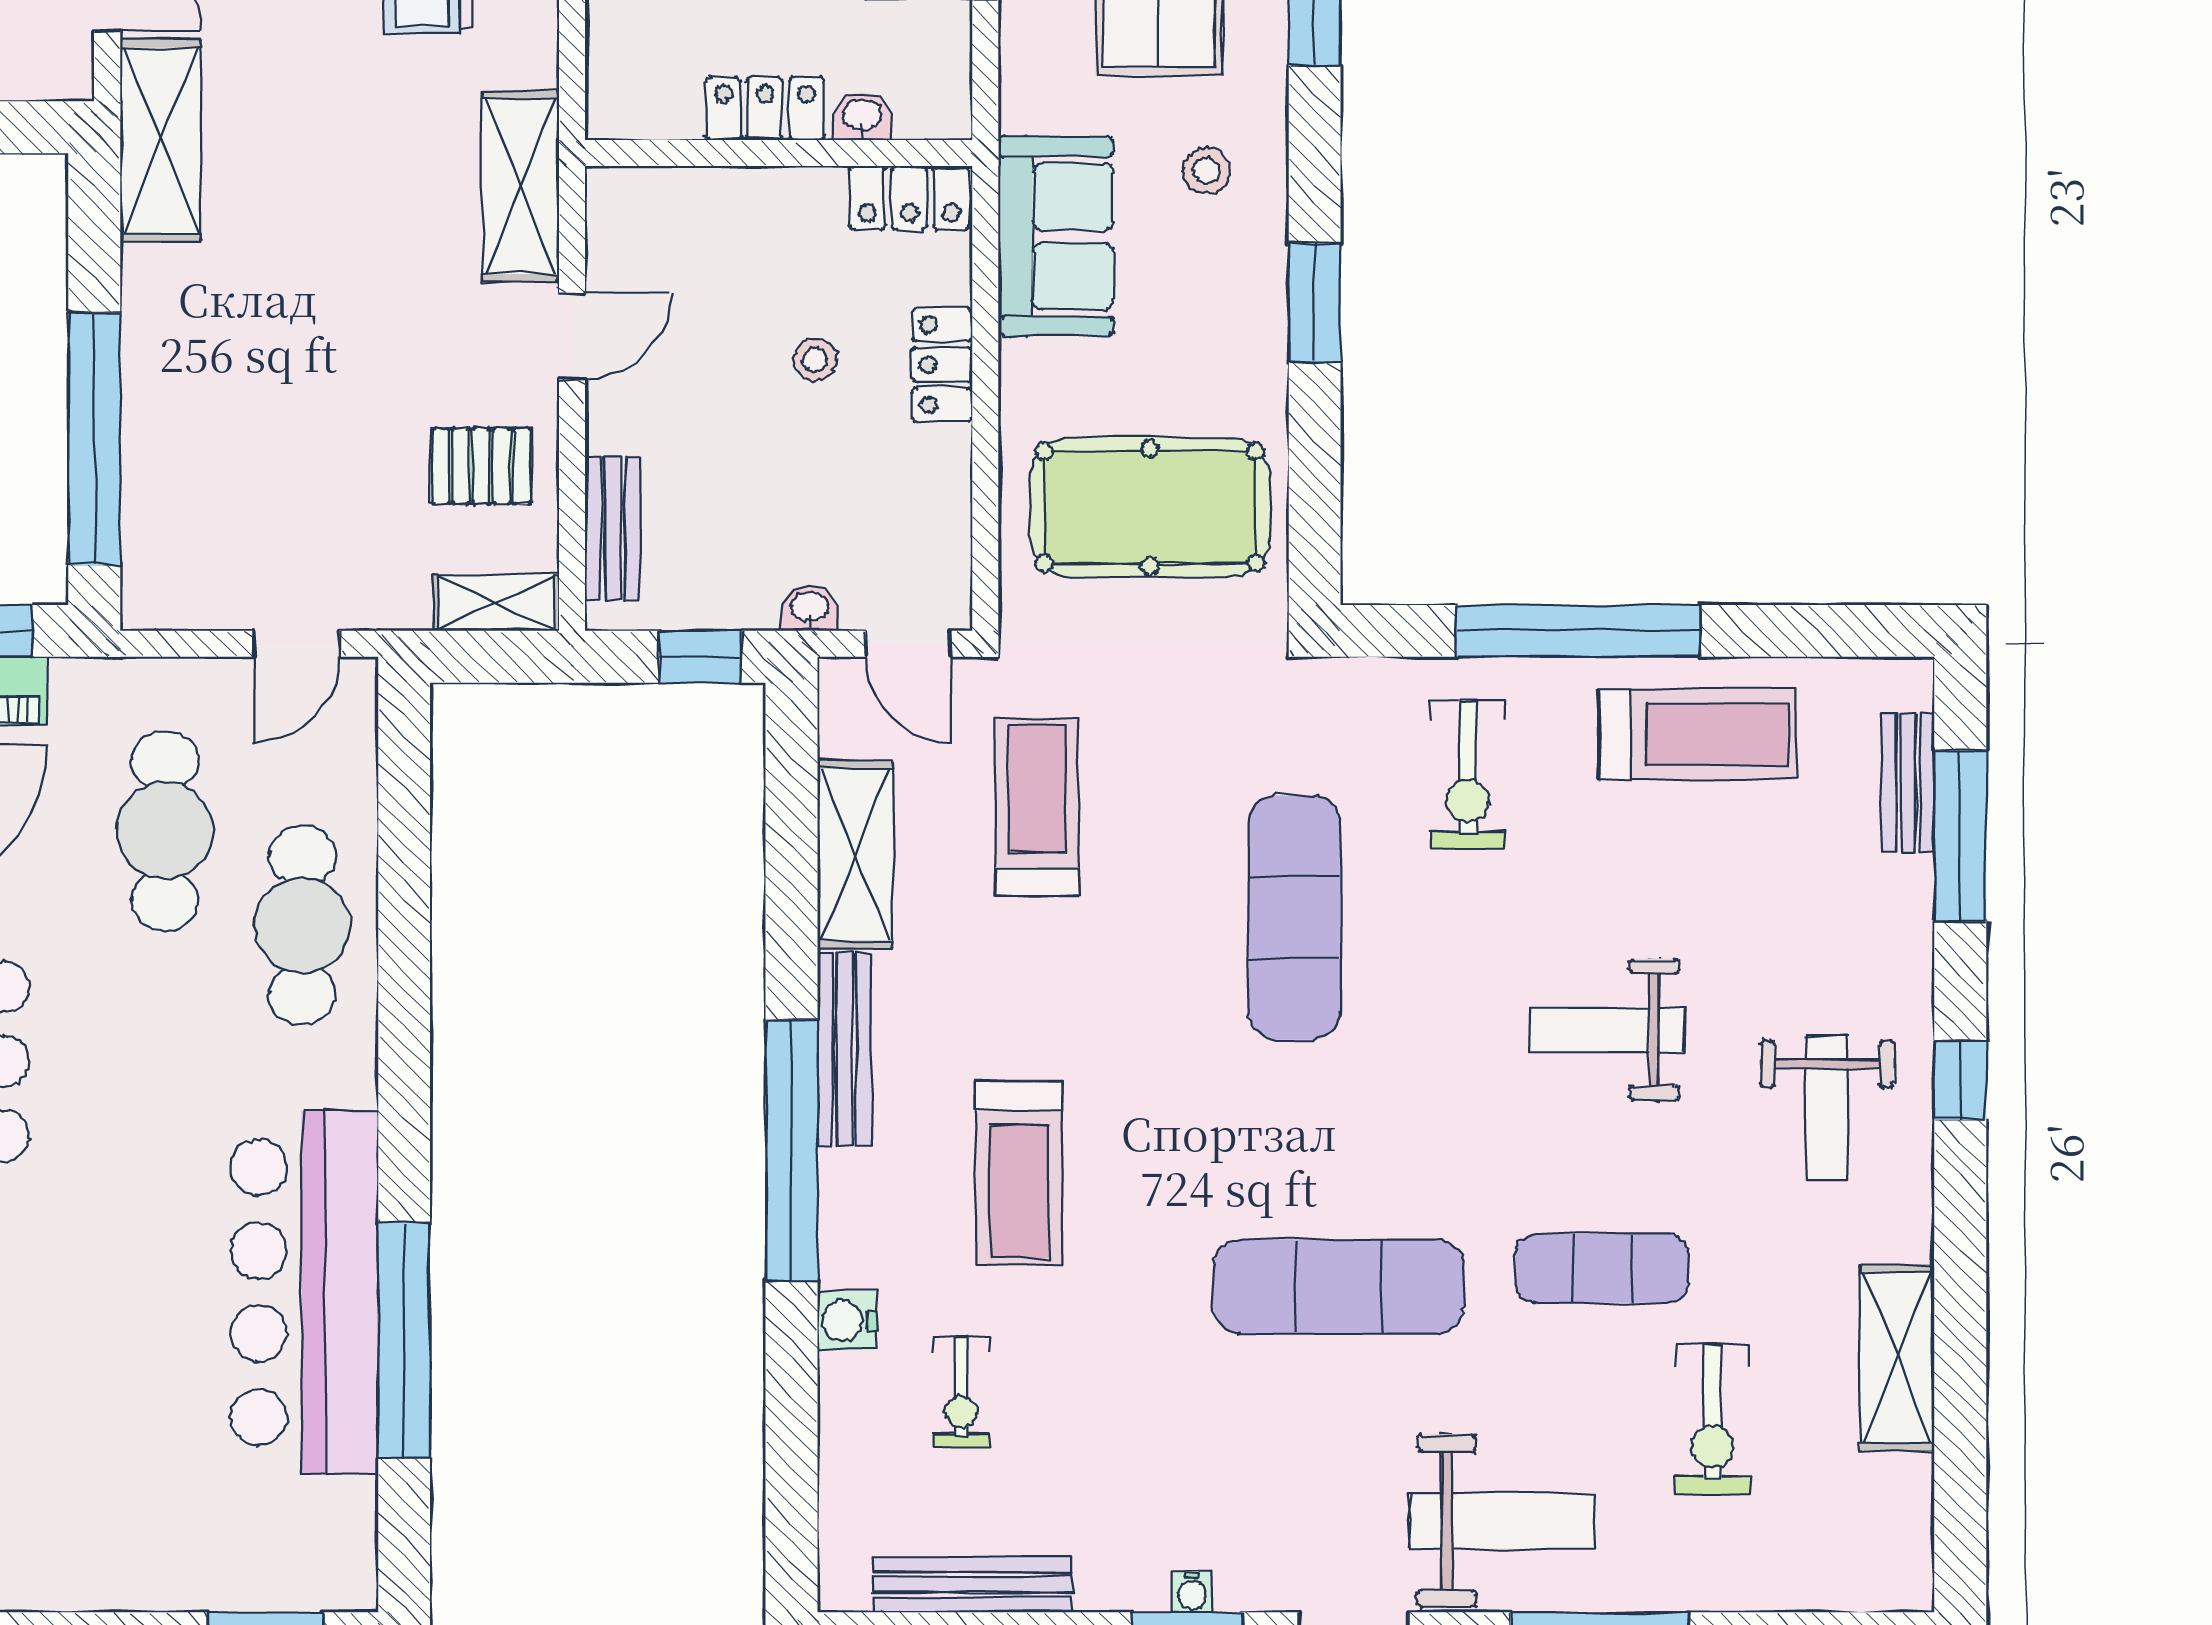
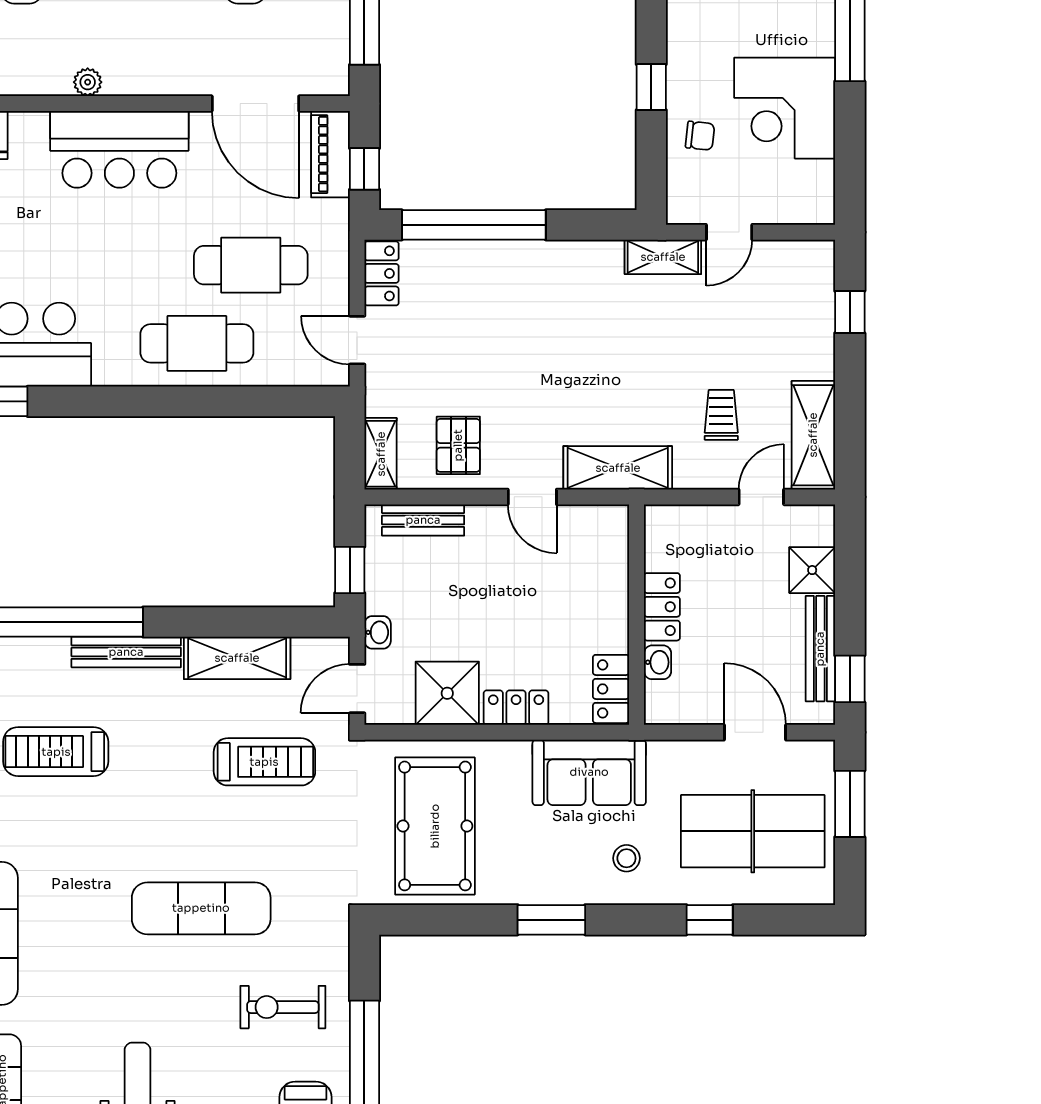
shelving: (160, 141) -> (663, 257), width x0.67, depth x0.75
stool: (815, 359) -> (519, 635), removed
shower: (917, 486) -> (447, 693), added
locker: (179, 601) -> (382, 273), added

